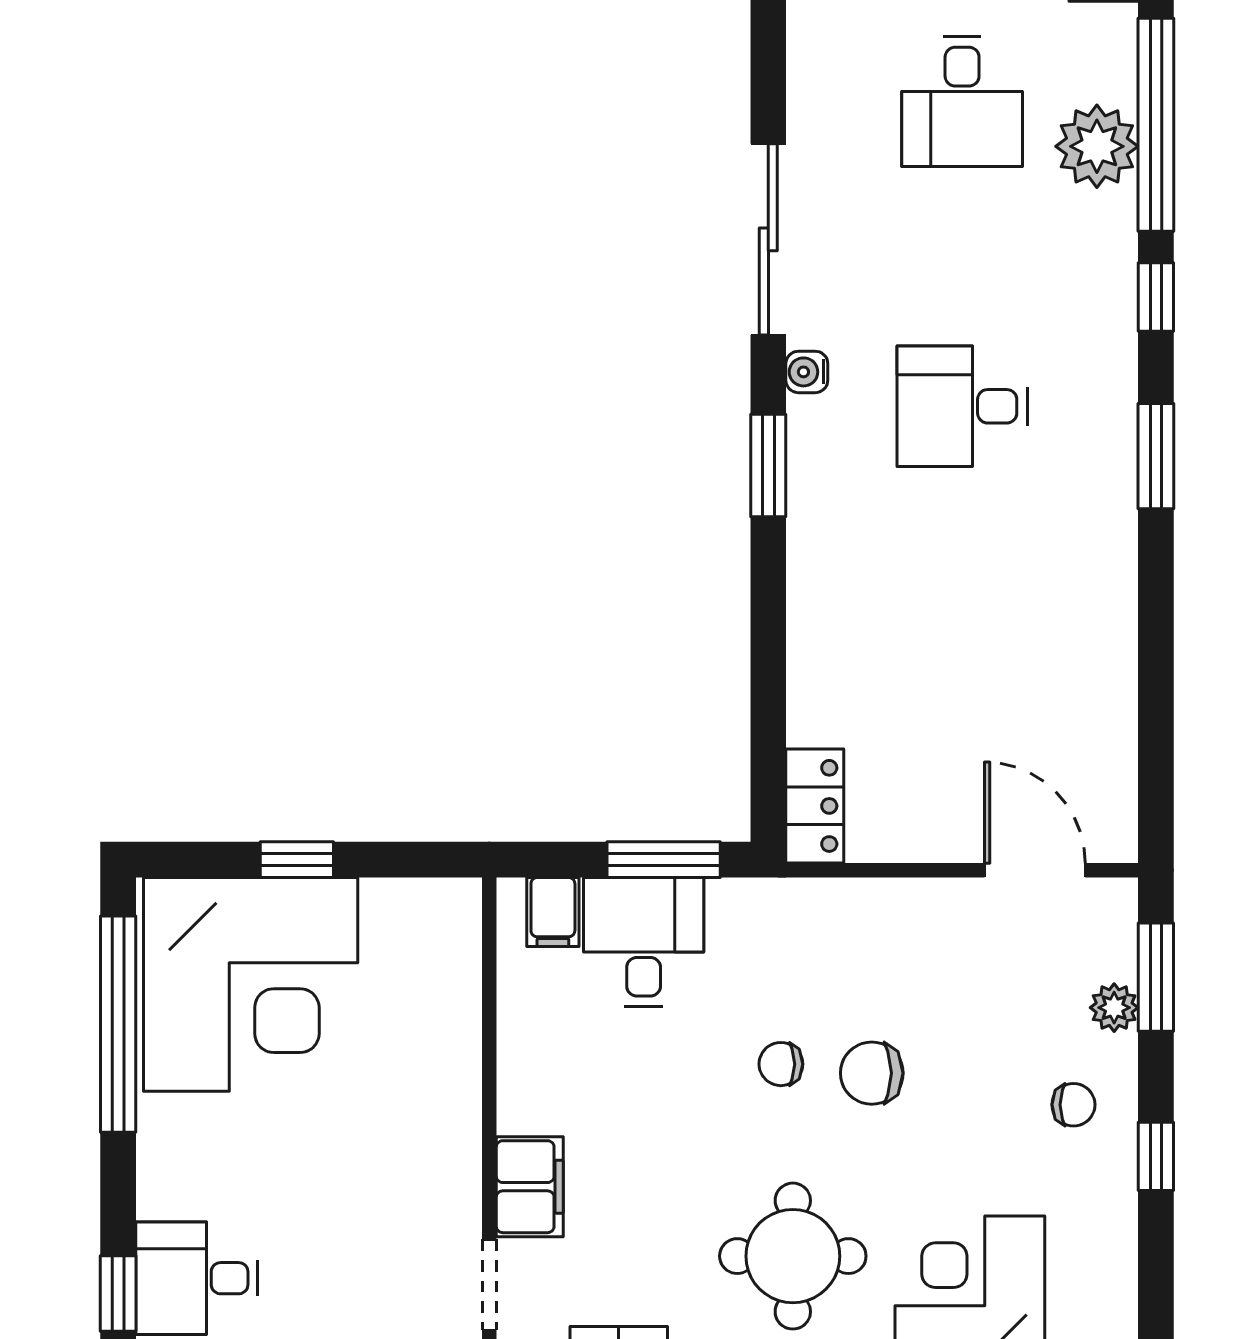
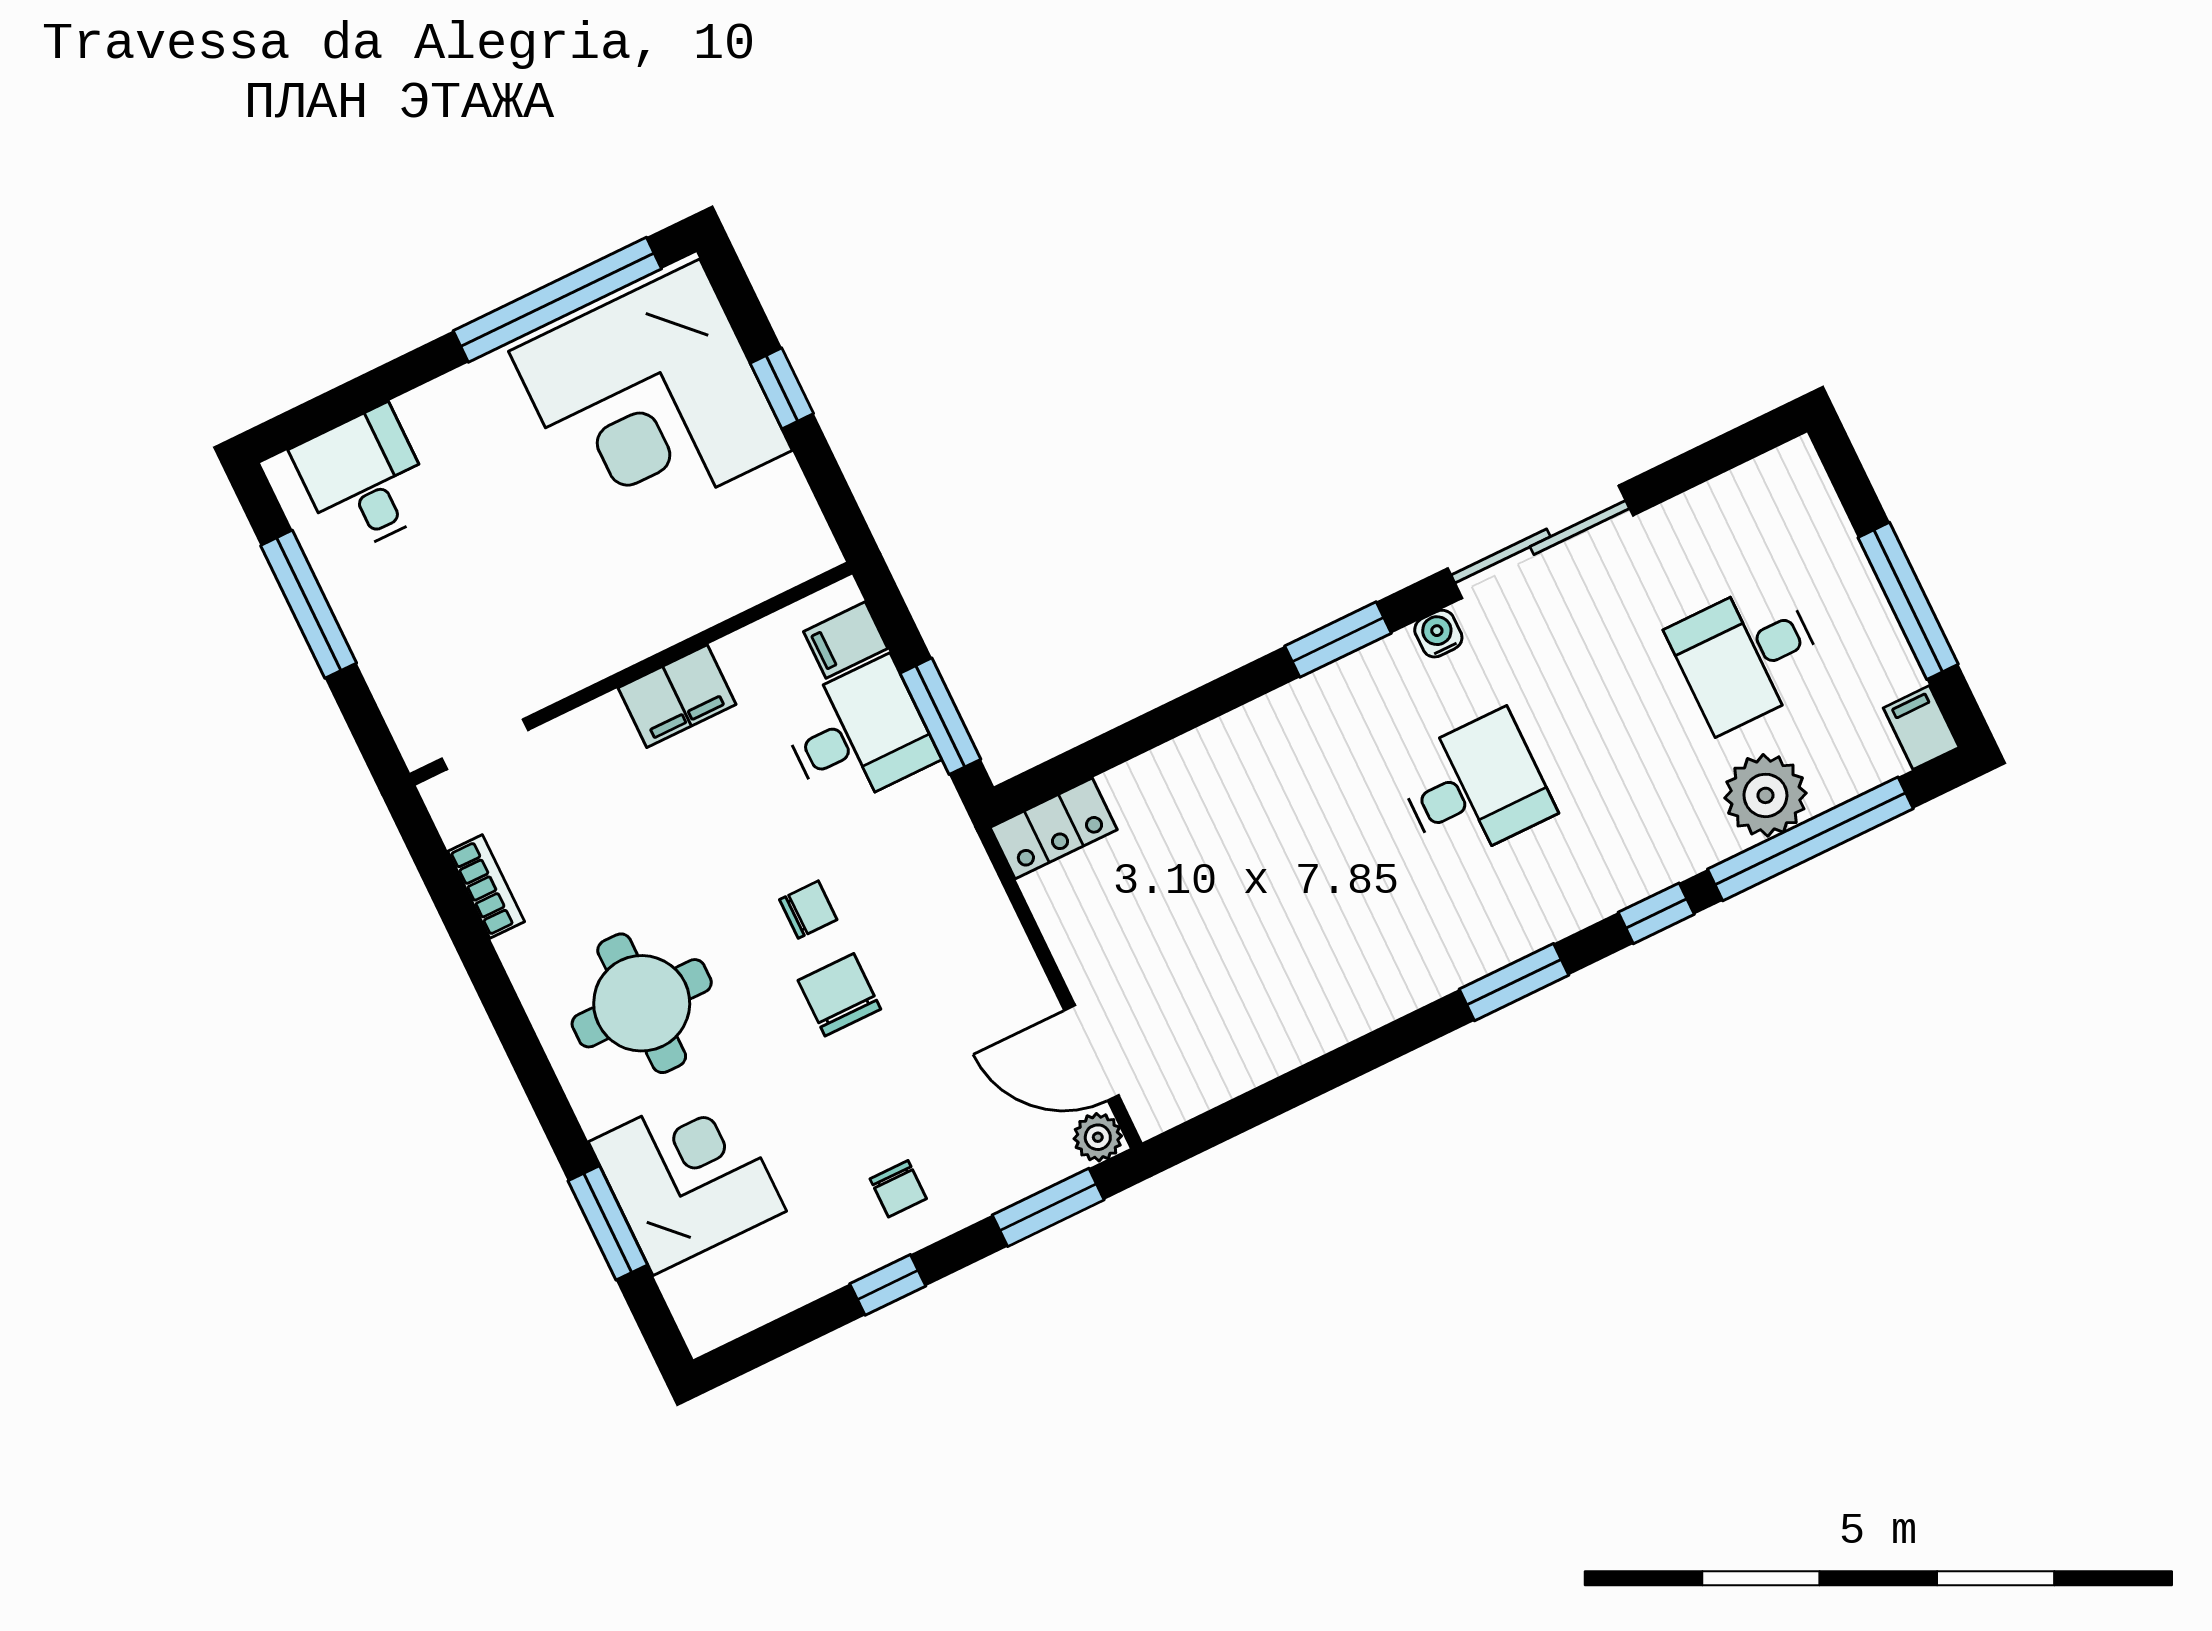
desk: (962, 406) -> (1475, 787), turned 90
door: (1035, 870) -> (1091, 1053), swing flipped
plant: (1114, 1008) -> (1098, 1137), moved
chair: (781, 1064) -> (808, 910), turned 90
filing cabinet: (530, 1187) -> (677, 696), moved
window: (118, 1294) -> (317, 416), removed

